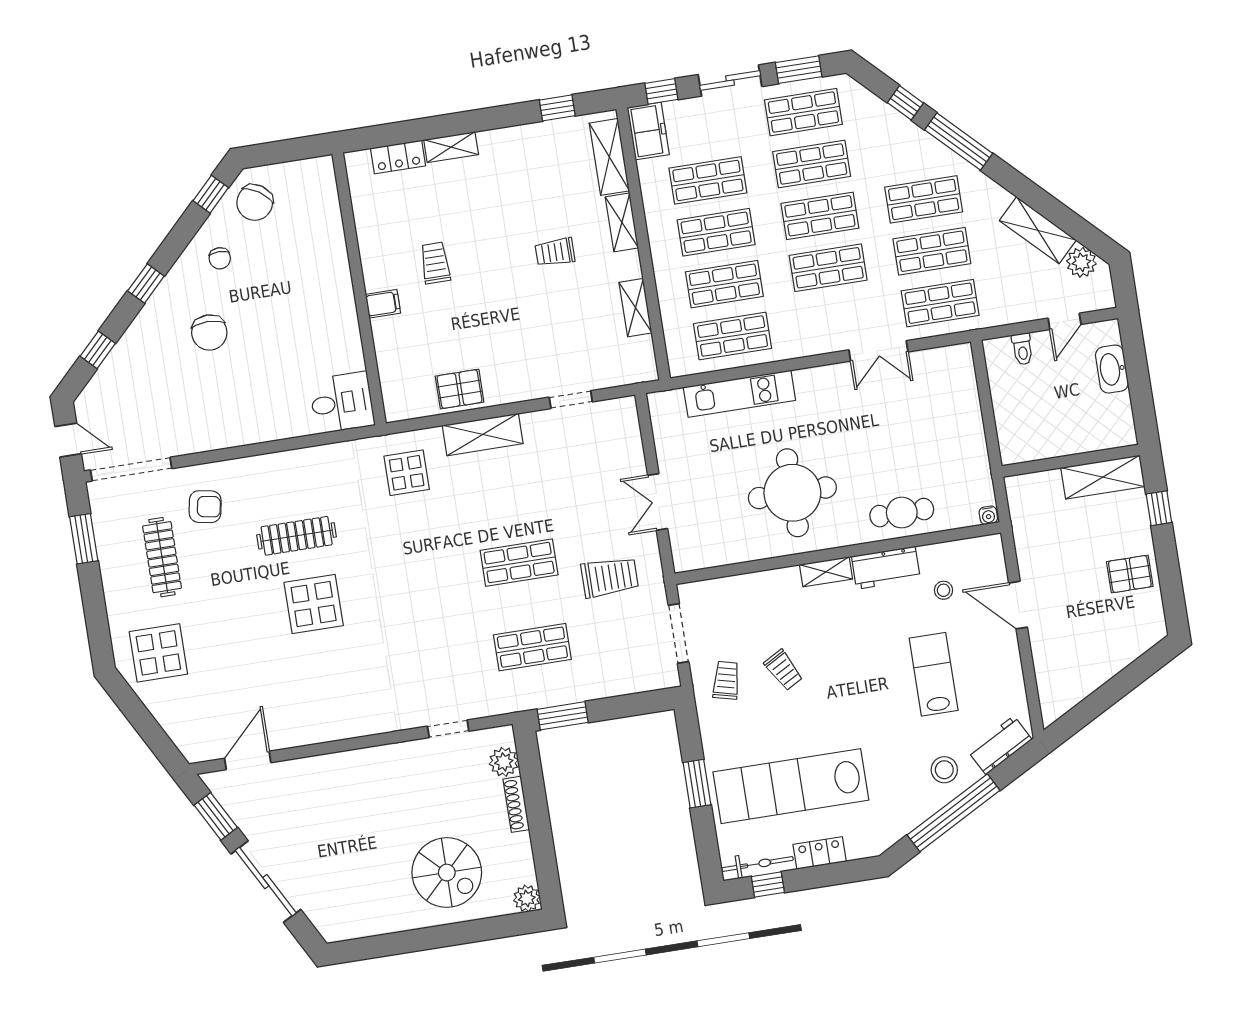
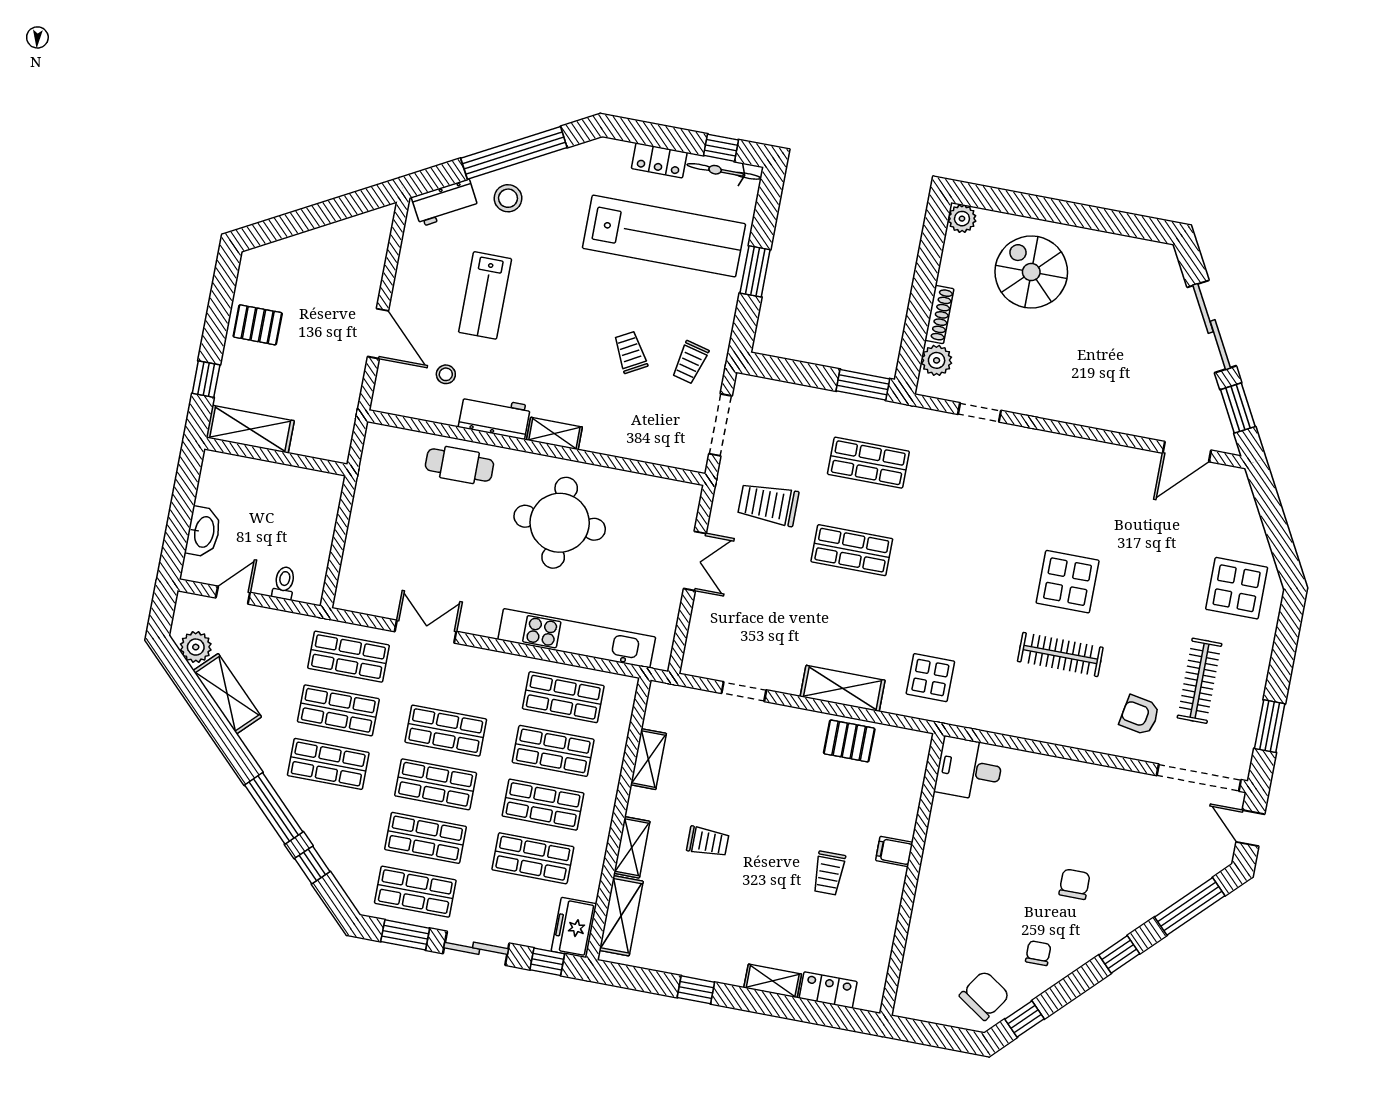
window: (557, 108) -> (696, 990), moved
chair: (209, 333) -> (1074, 884), width x0.73, depth x0.73
window: (98, 350) -> (1190, 906), width x2.17
kitchen unit: (739, 394) -> (577, 638), width x1.36
water cooler: (988, 515) -> (376, 432), removed

